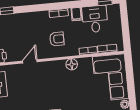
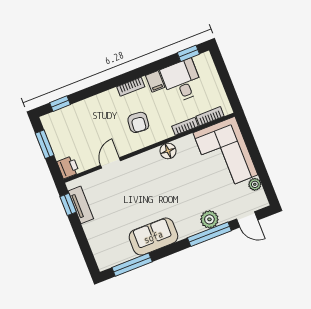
armchair: (57, 39) -> (138, 122), turned 96

